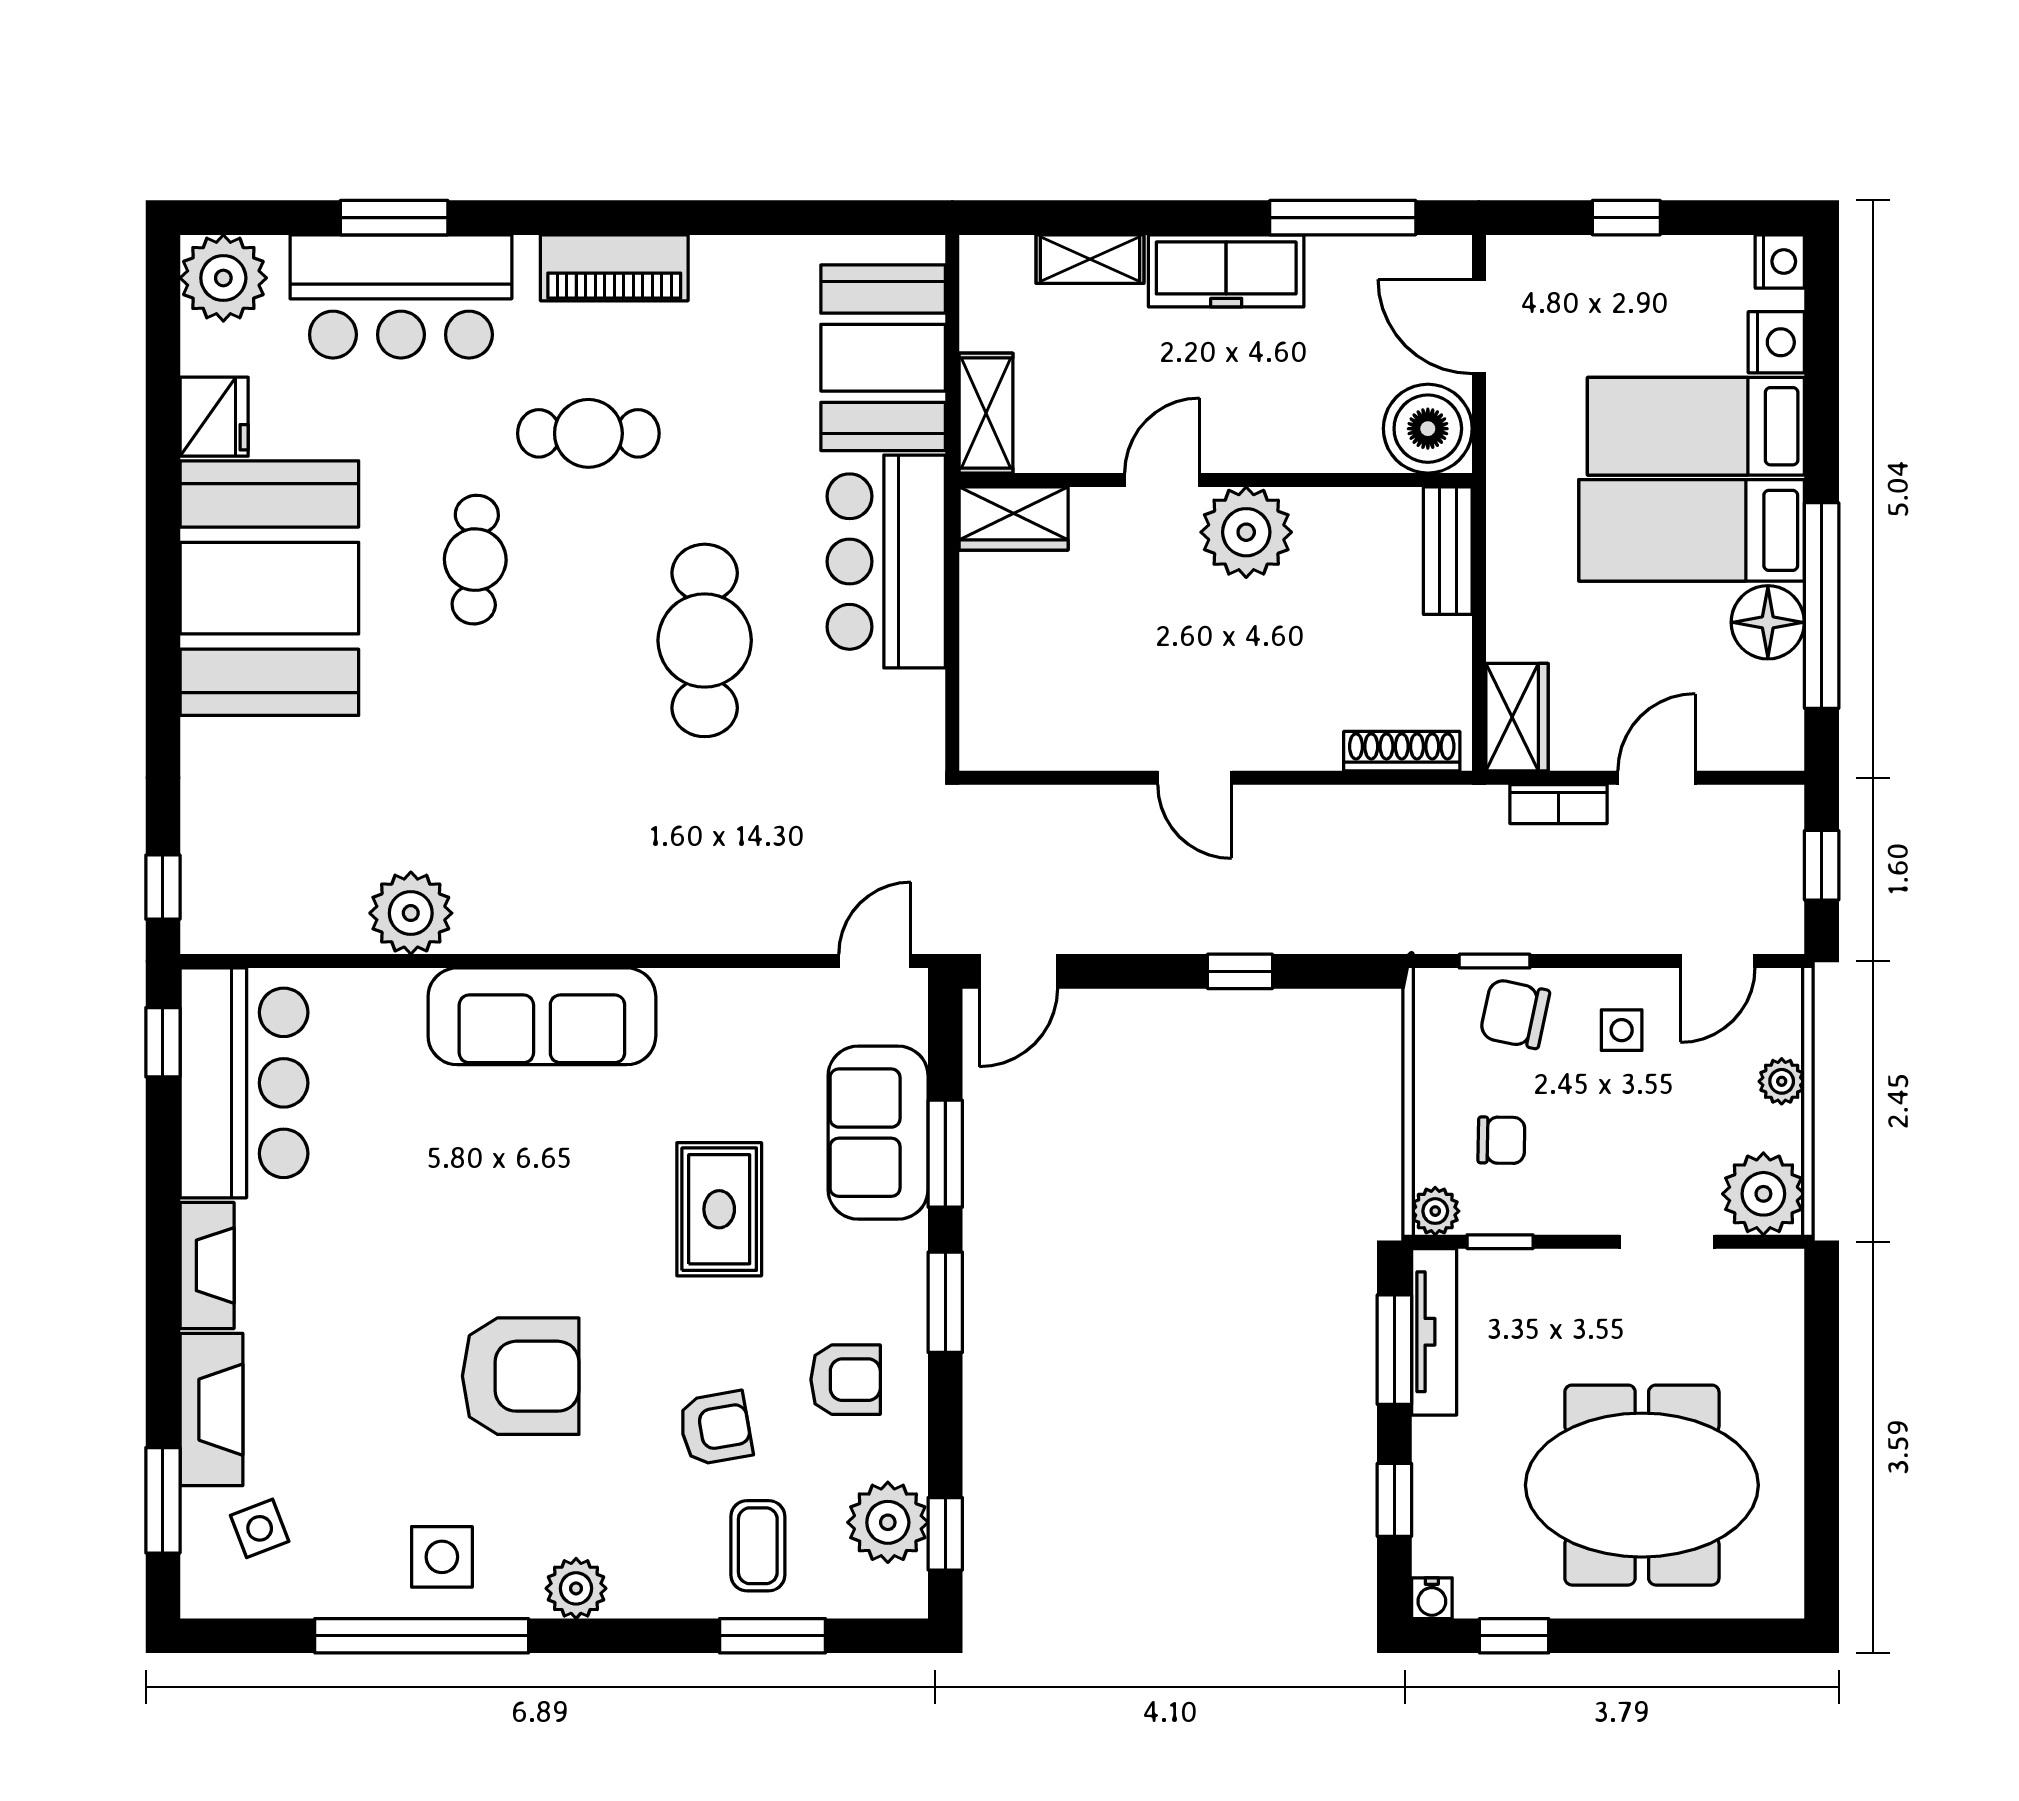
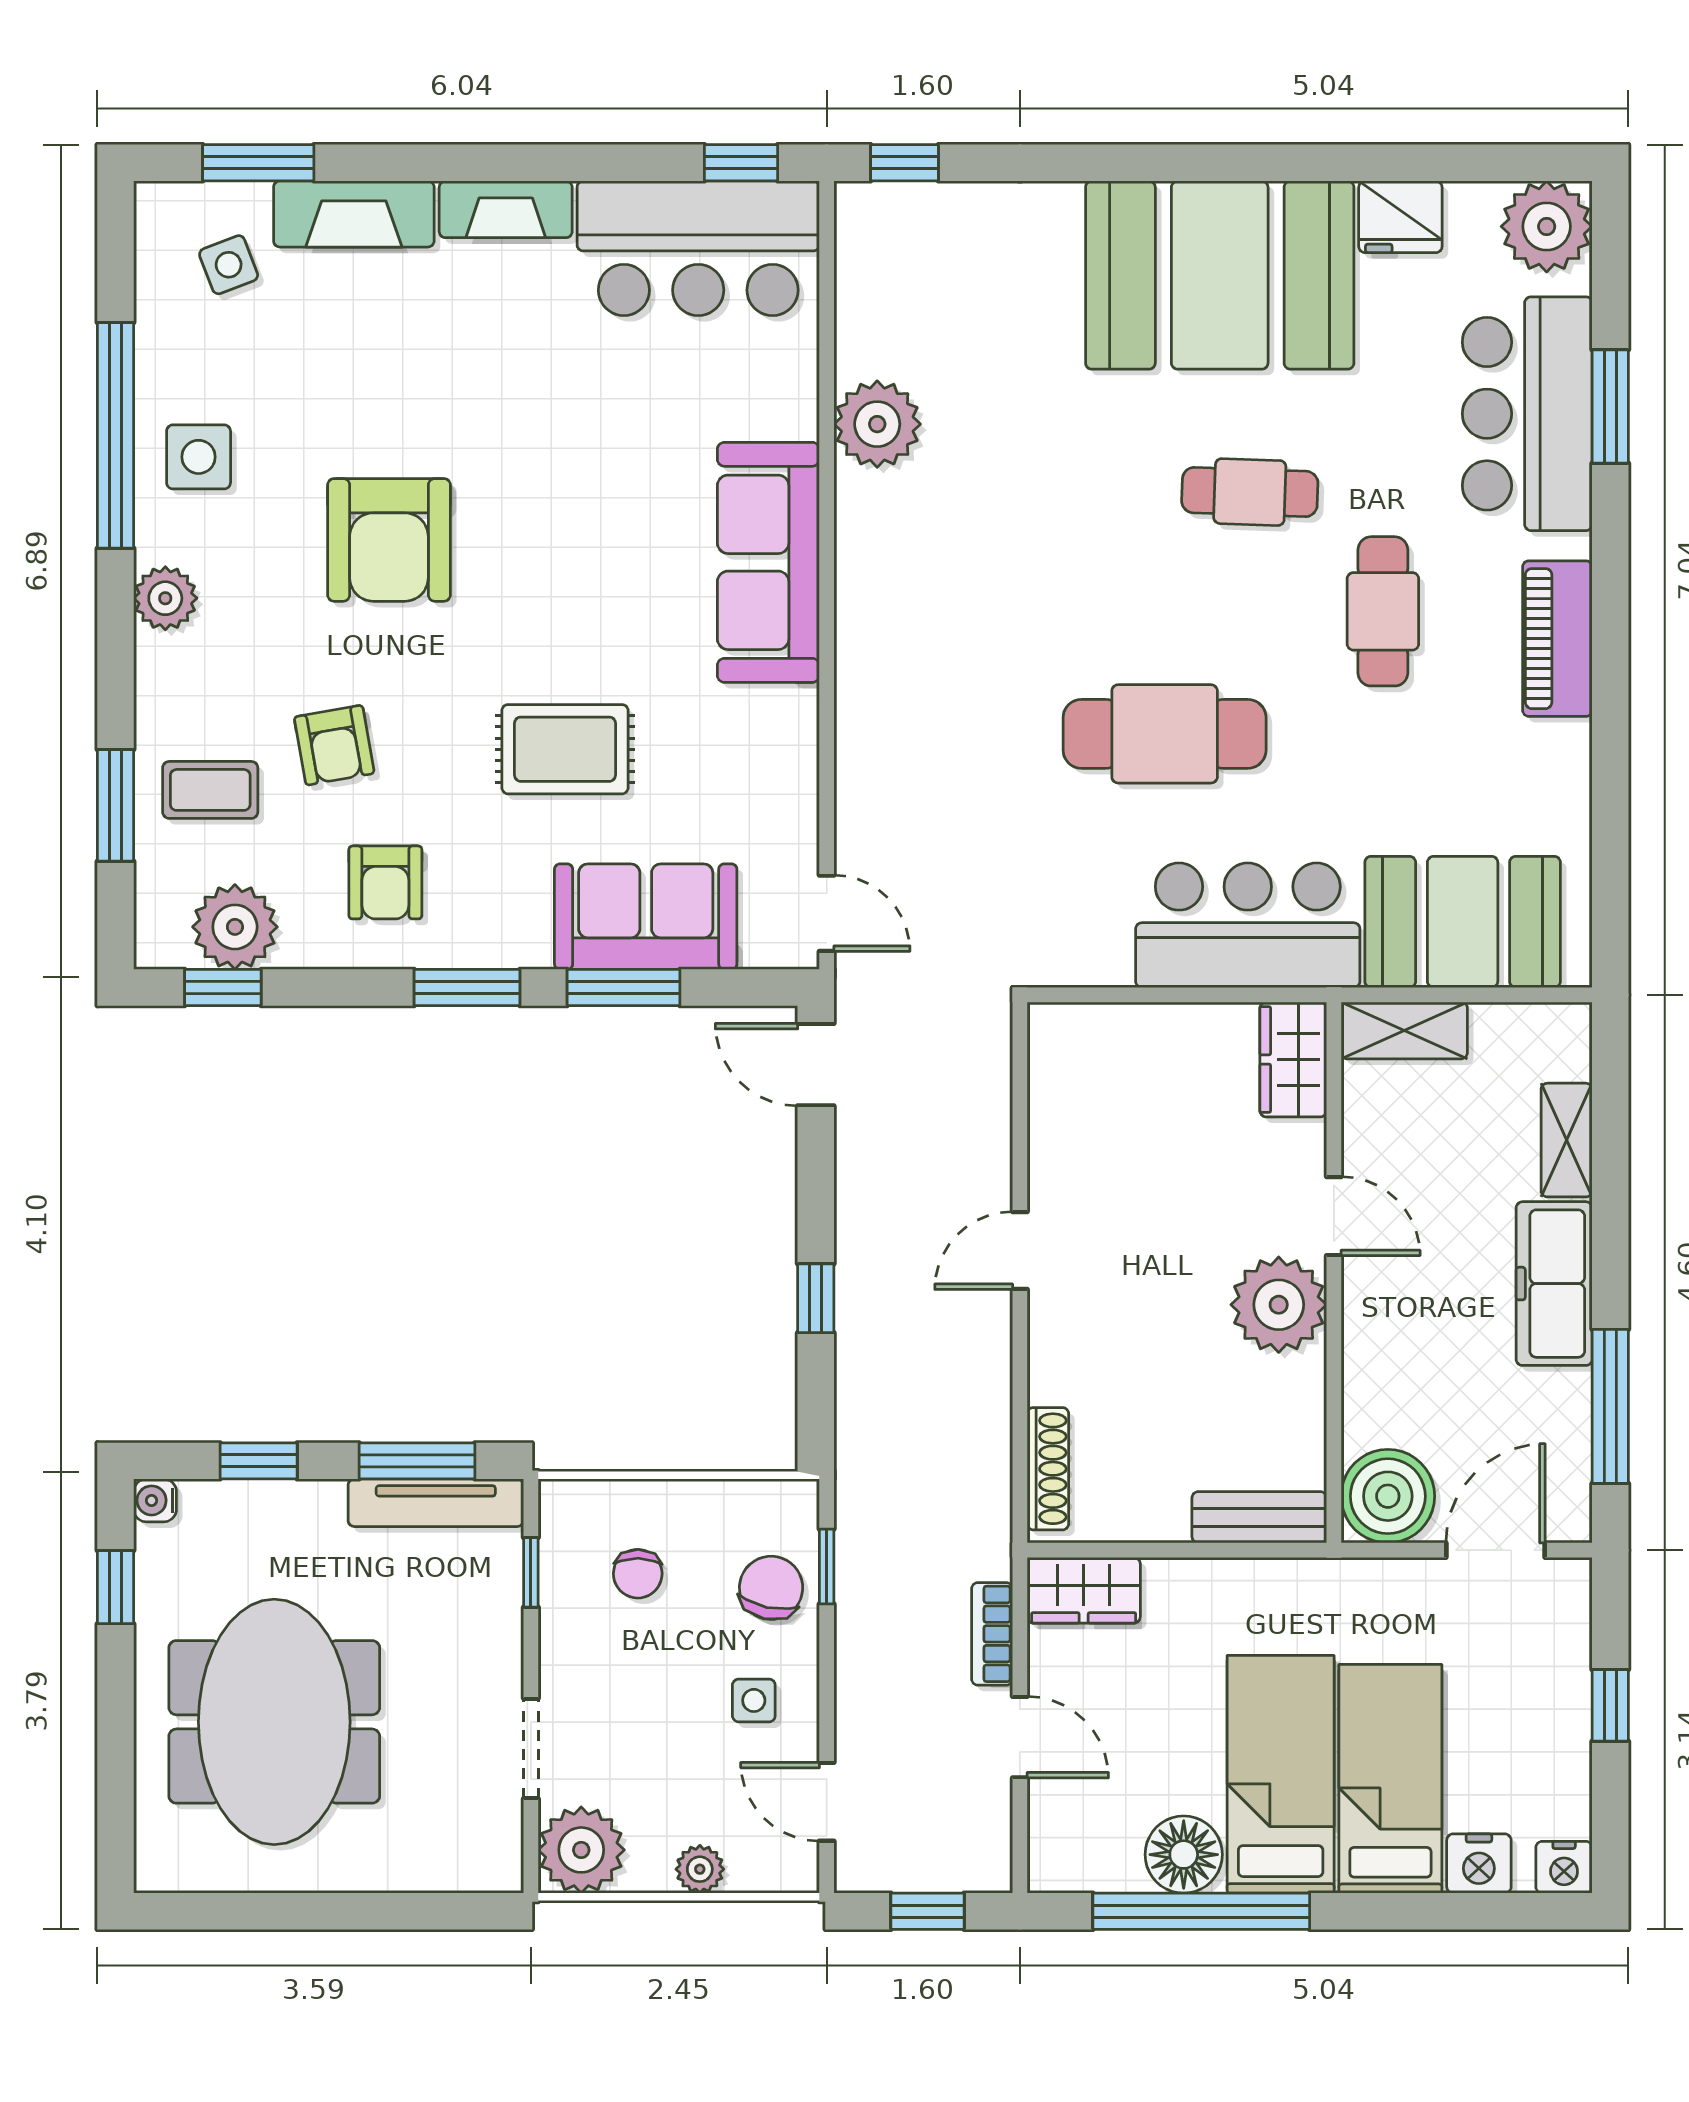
plant: (1435, 1211) -> (563, 1504), removed

